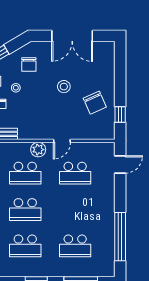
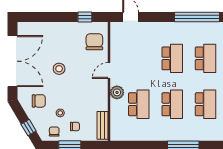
double door: (72, 36) -> (13, 61), width x1.36
chair: (95, 103) -> (94, 42), moved, turned -66
door: (62, 141) -> (109, 71), swing flipped
school desk: (75, 173) -> (172, 58), moved

